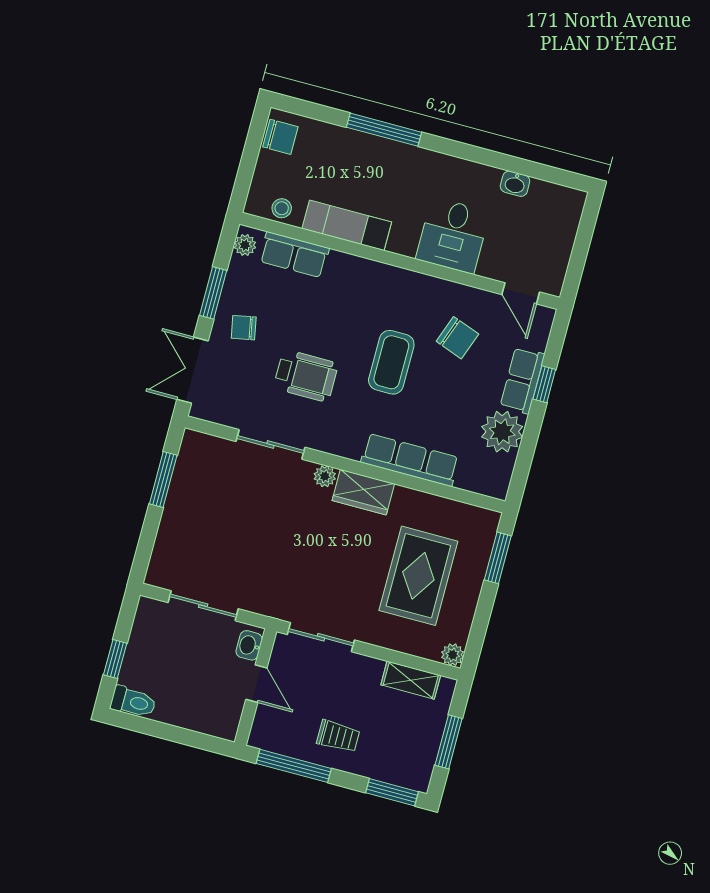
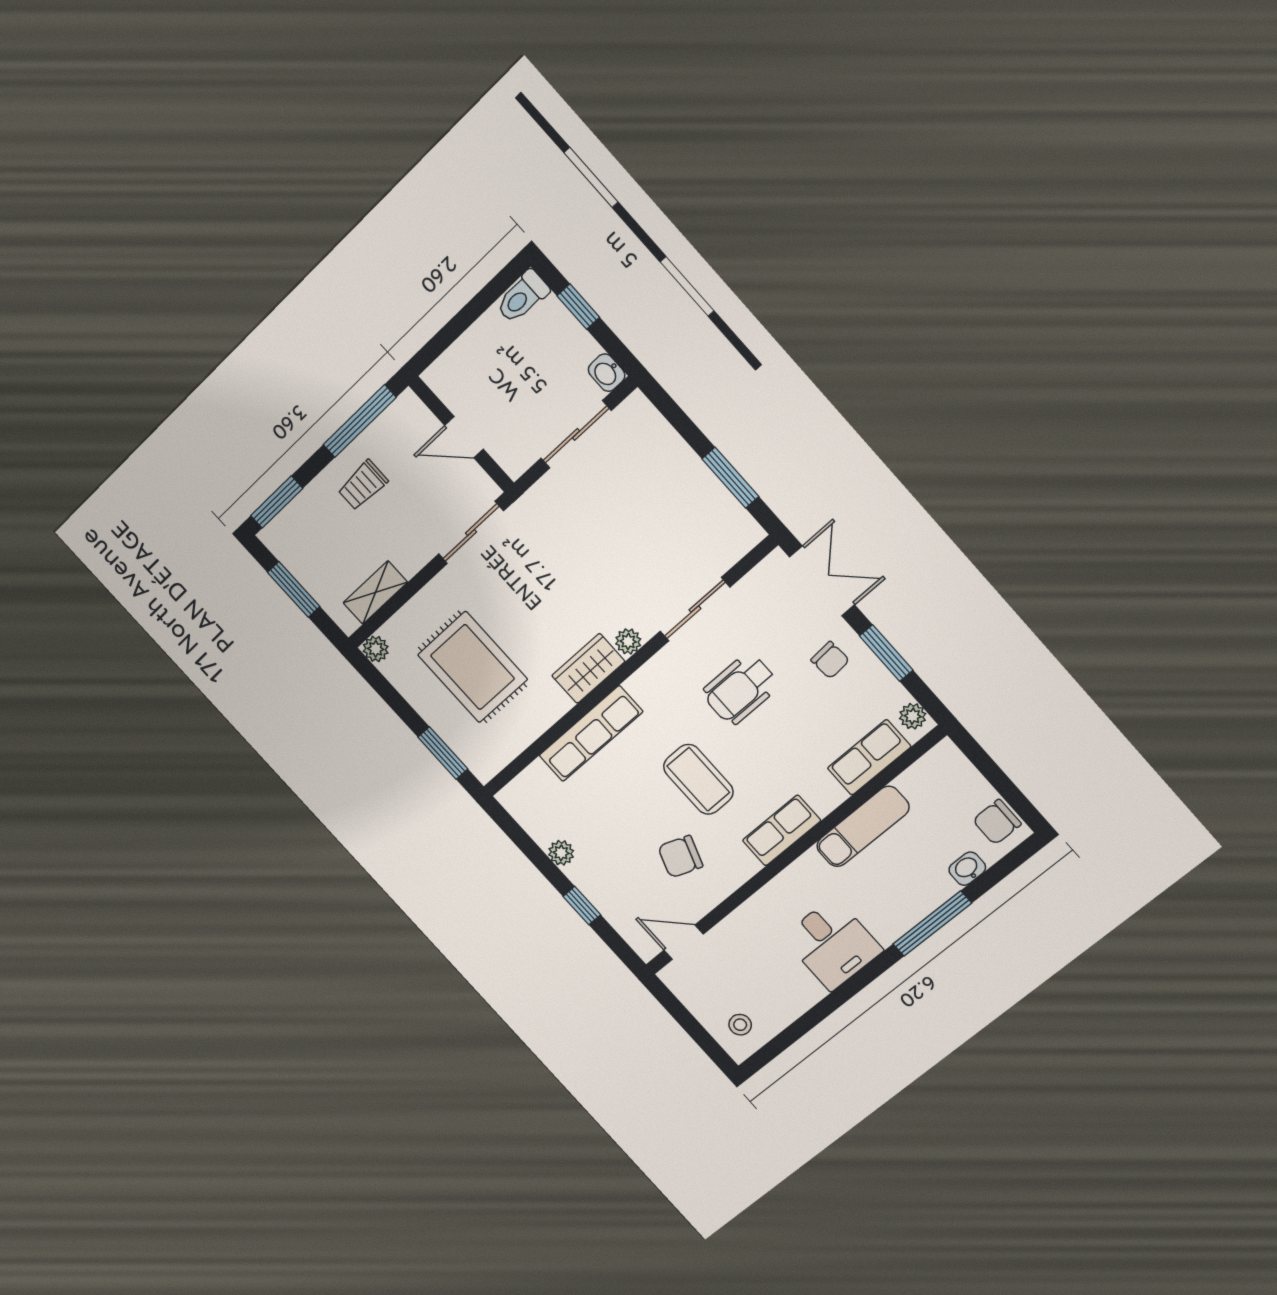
washbasin: (515, 184) -> (967, 869), moved
stool: (282, 208) -> (740, 1025), moved
desk: (453, 235) -> (832, 944), moved, turned 180
chair: (244, 328) -> (830, 660), turned 97
row of seats: (522, 380) -> (782, 831), moved, turned -90
plant: (502, 432) -> (561, 853), width x0.53, depth x0.53
washbasin: (249, 645) -> (607, 373), moved, turned 180

